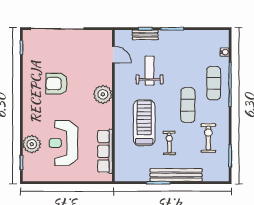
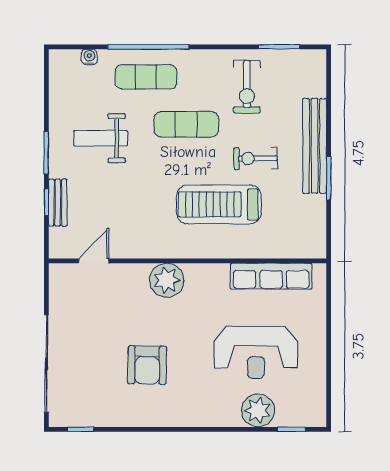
weight bench: (150, 71) -> (100, 138), moved
exercise bike: (208, 138) -> (247, 87), turned -90

